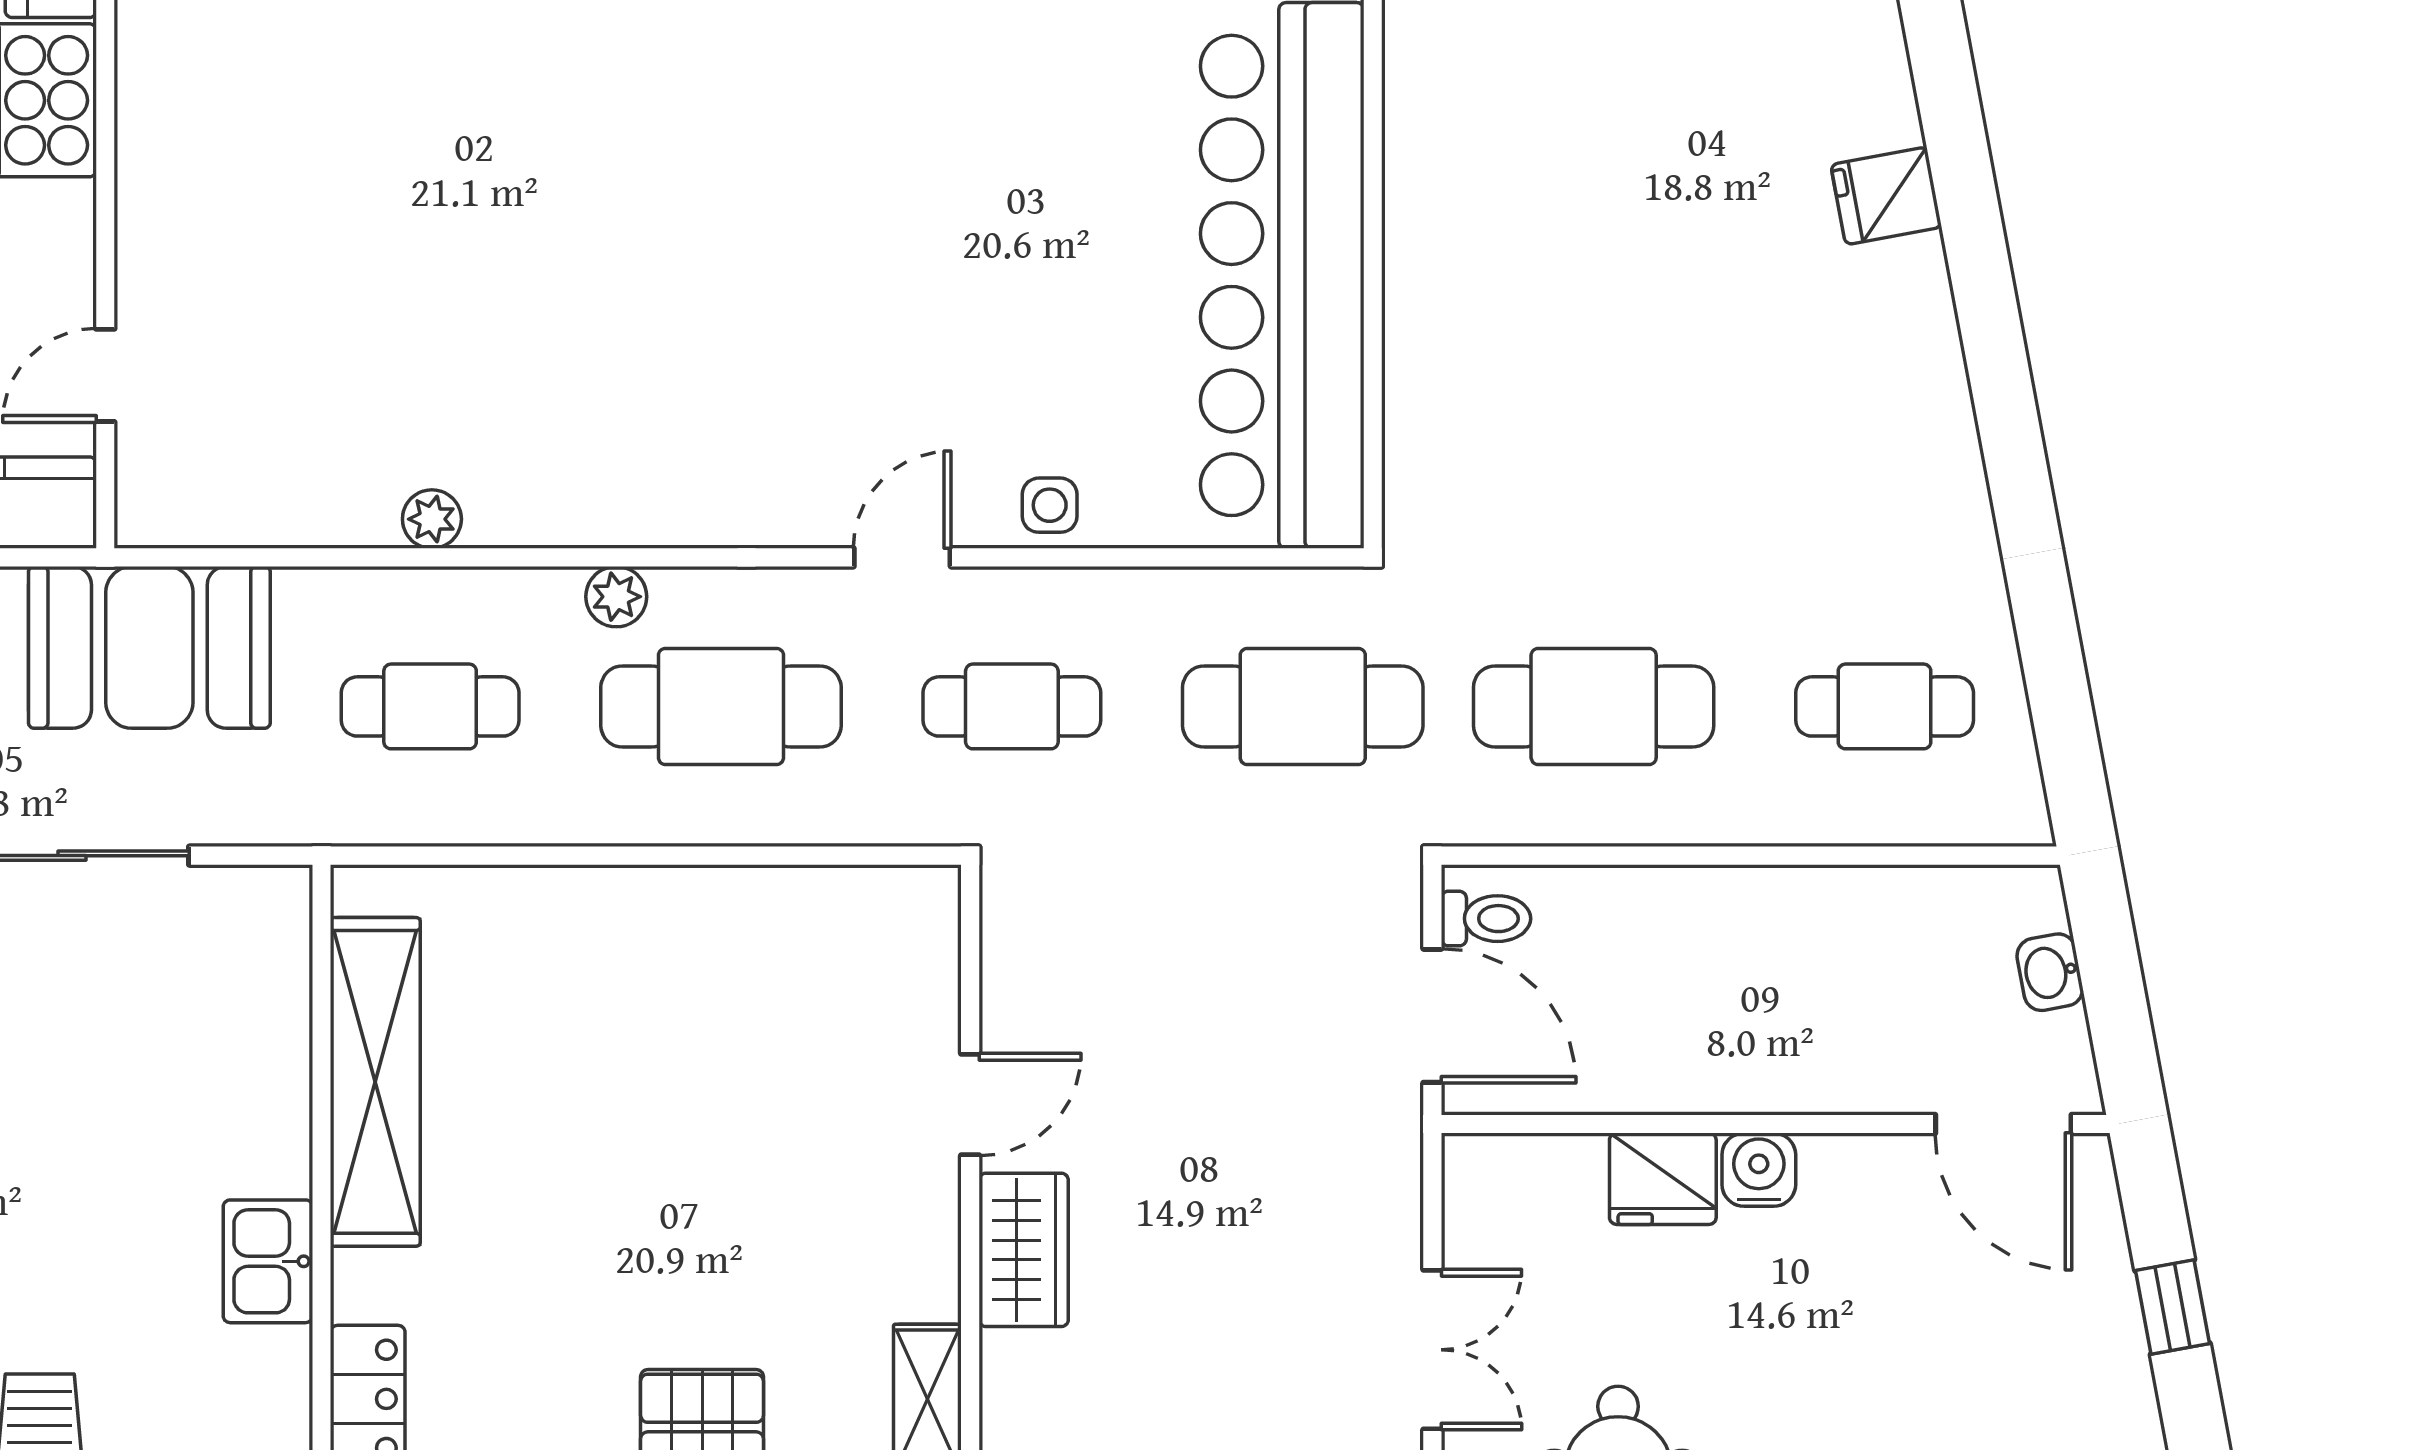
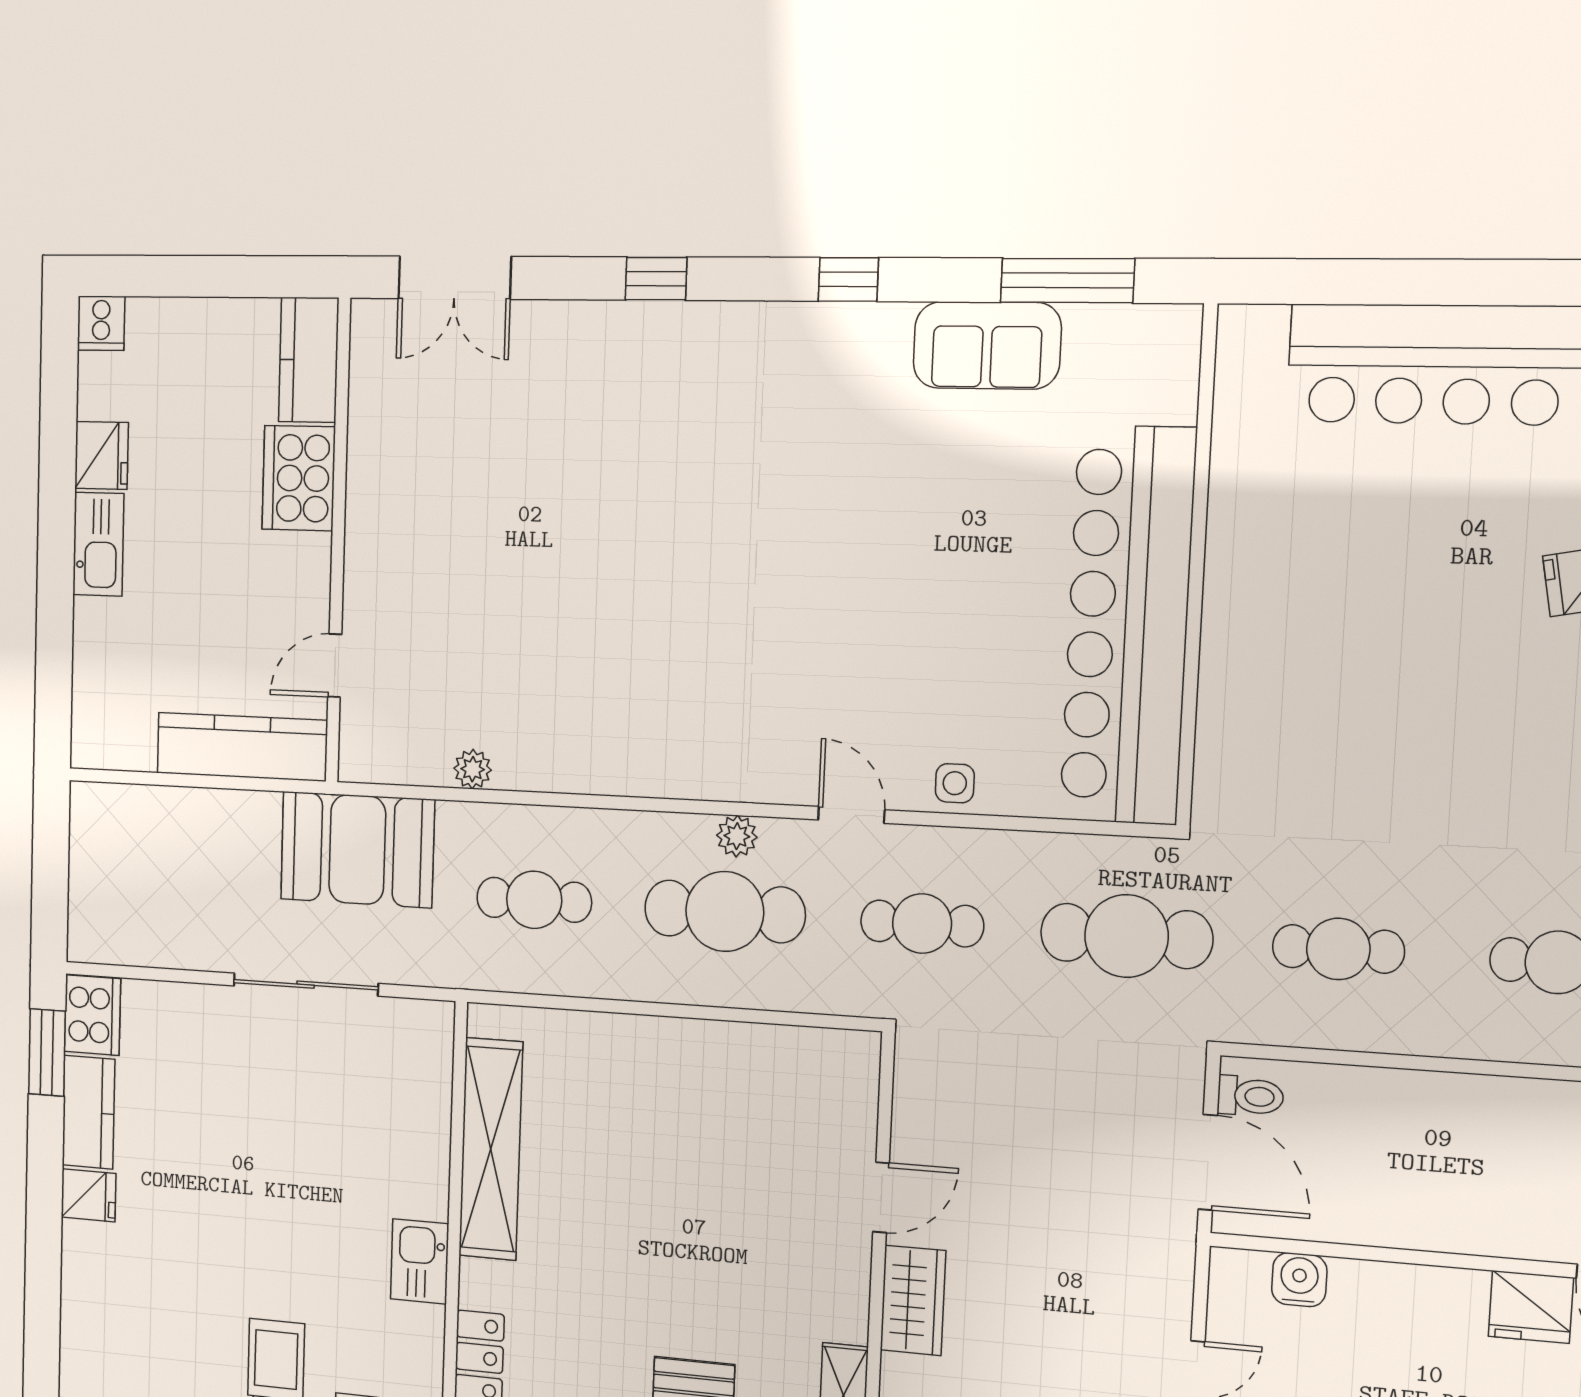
plant: (432, 519) -> (473, 769), moved
door: (902, 557) -> (851, 815), hinge flipped
plant: (616, 597) -> (737, 836), moved
cafe table: (1594, 706) -> (1338, 949), width x0.73, depth x0.74
water cooler: (1759, 1170) -> (1299, 1280), moved
fridge: (1663, 1179) -> (1531, 1307), moved

